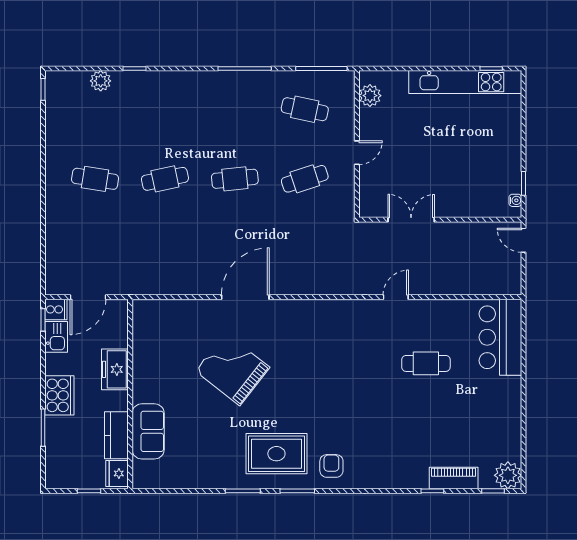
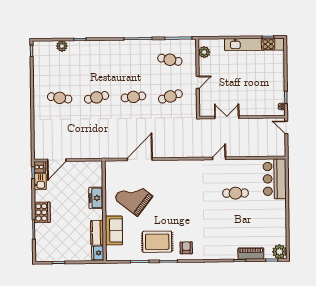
freezer: (115, 369) -> (96, 198), moved
wall: (130, 394) -> (104, 211), moved
sofa: (148, 431) -> (114, 230), moved
kitchen counter: (116, 435) -> (97, 233), moved
fridge: (117, 473) -> (98, 253), moved

